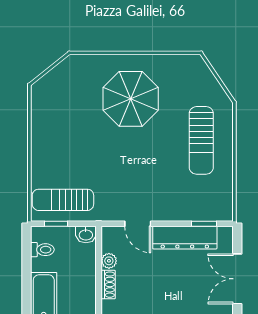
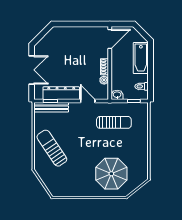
parasol: (131, 99) -> (111, 174), moved
sun lounger: (201, 140) -> (52, 148), turned -34
sun lounger: (63, 200) -> (114, 122), moved
bench: (203, 213) -> (51, 107), added

